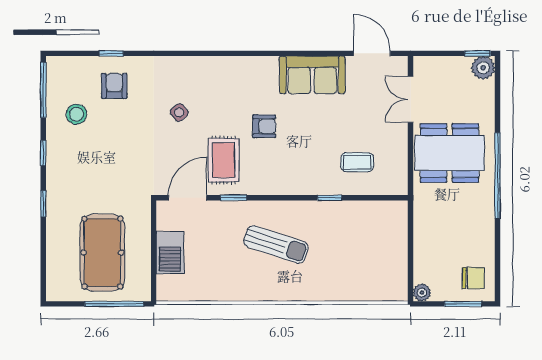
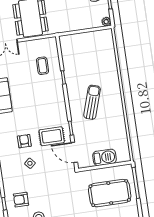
armchair: (264, 126) -> (24, 141), moved

